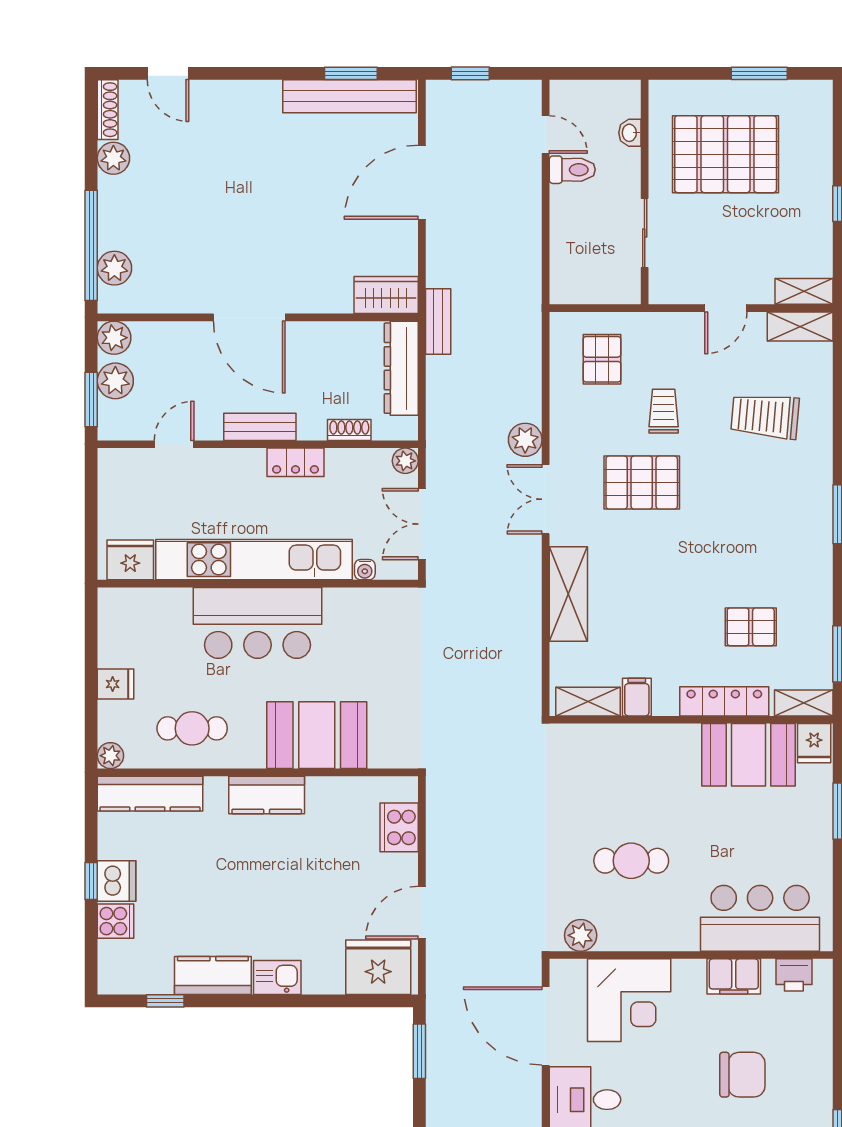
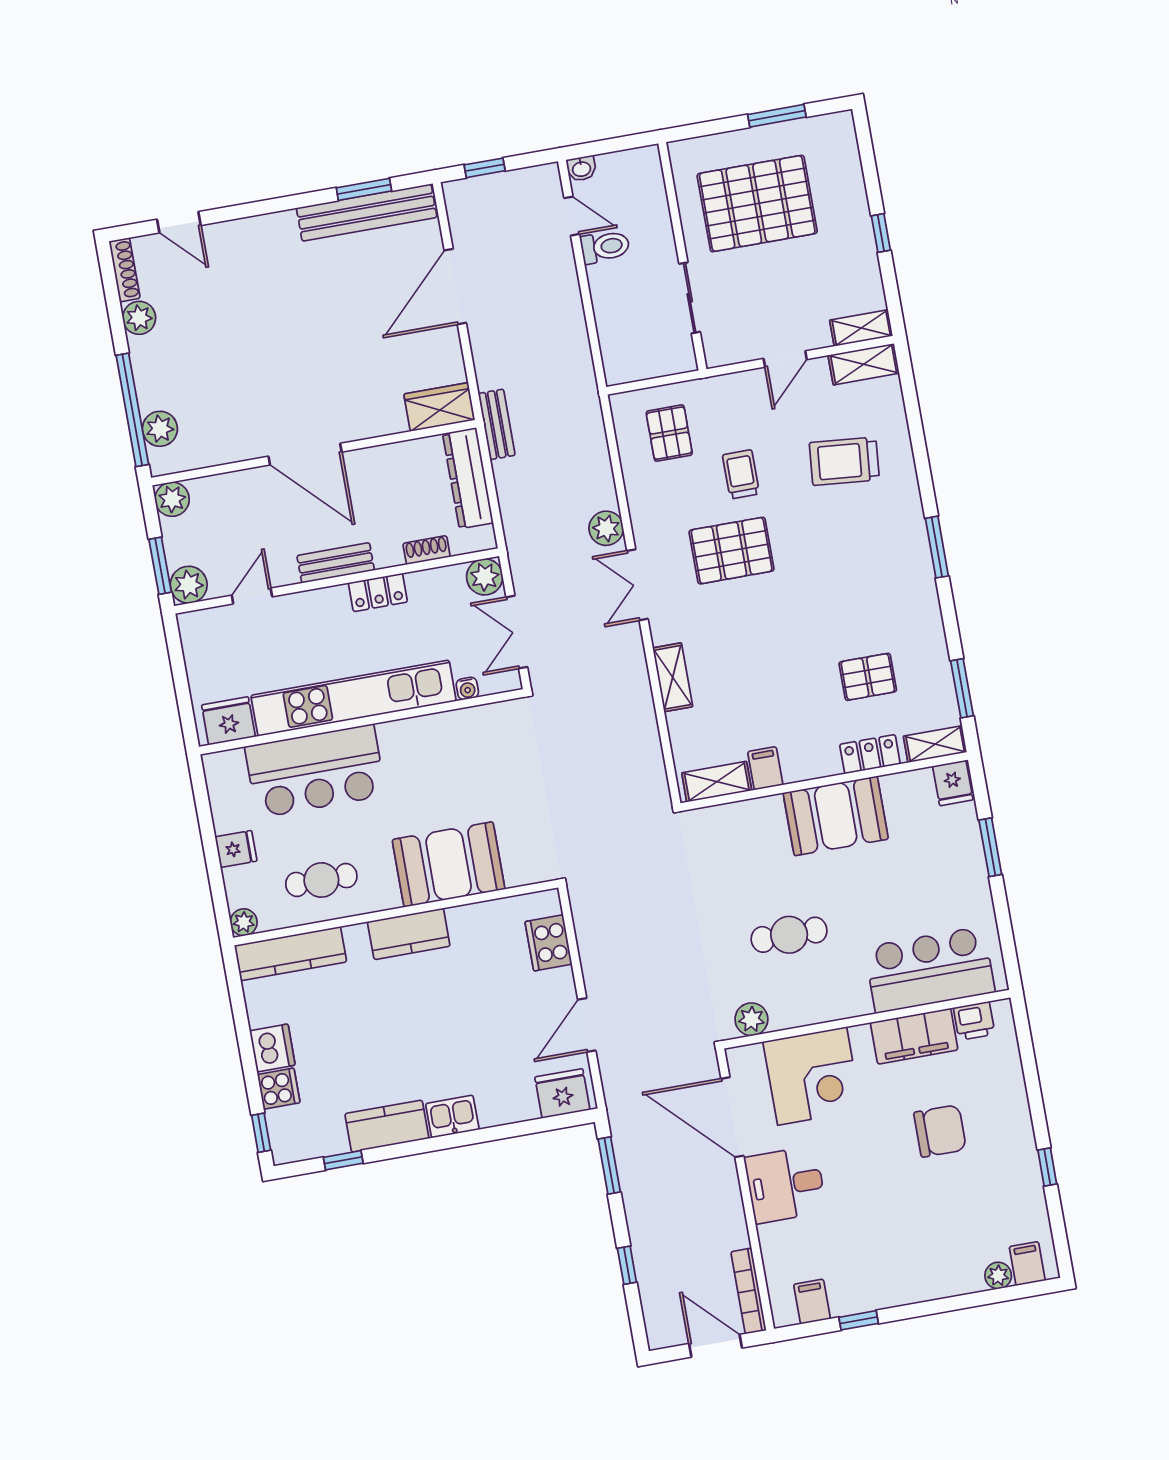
washbasin: (630, 133) -> (581, 169), moved, turned -90
plant: (115, 381) -> (189, 585), moved
plant: (405, 461) -> (485, 577), width x1.38, depth x1.38
shelving: (568, 594) -> (673, 677), width x0.67, depth x0.75
bar counter: (257, 623) -> (315, 771), moved
locker: (724, 701) -> (870, 754), width x0.66
booth: (748, 755) -> (836, 816), moved
window: (91, 881) -> (261, 1133), moved
fridge: (378, 967) -> (562, 1093), width x0.73, depth x0.75
filing cabinet: (734, 976) -> (914, 1036), width x1.50, depth x1.17

